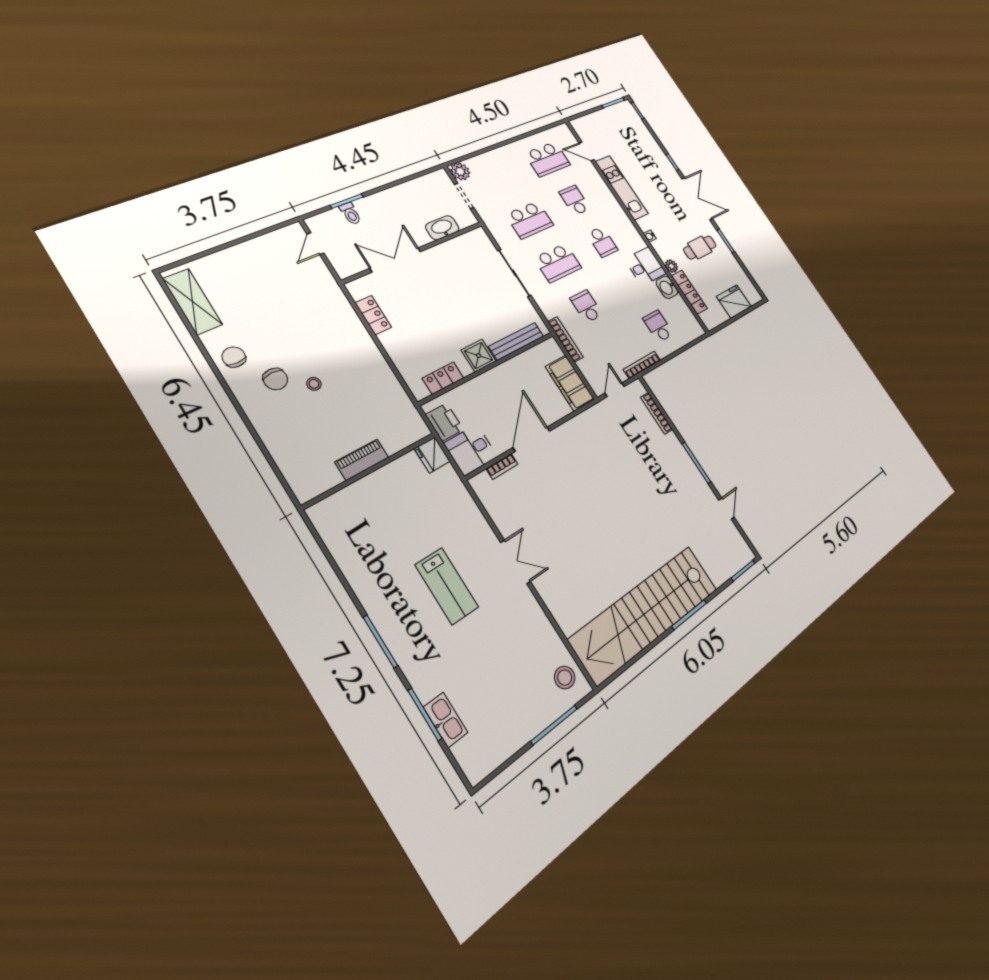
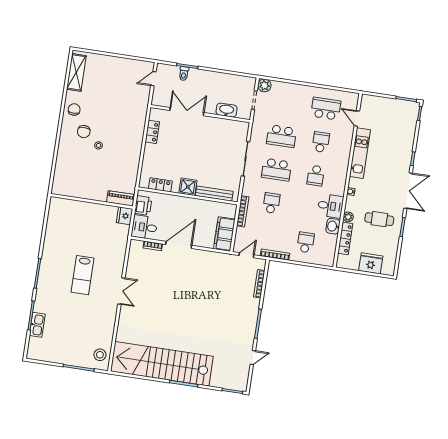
school desk: (547, 159) -> (326, 109), turned 180
piano: (362, 460) -> (121, 198), moved

